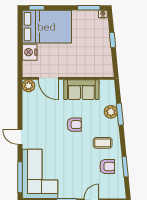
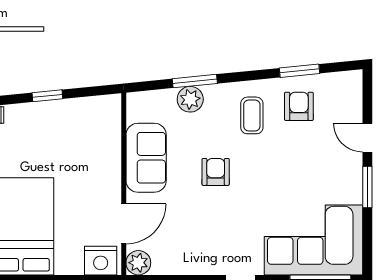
nightstand: (30, 52) -> (101, 261), moved

